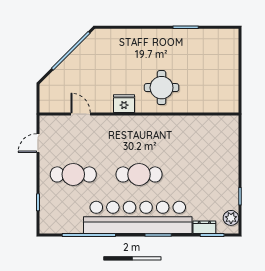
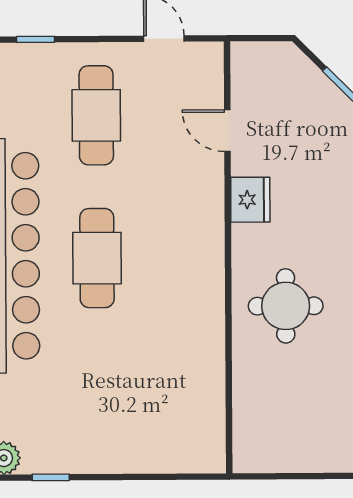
fridge: (124, 104) -> (250, 200), moved
door: (81, 114) -> (227, 131), swing flipped

